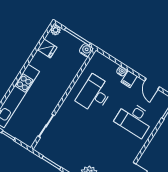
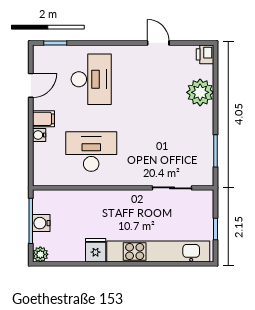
fridge: (47, 48) -> (96, 250), moved
water cooler: (86, 50) -> (41, 223), moved
desk: (94, 94) -> (91, 152), turned 180

